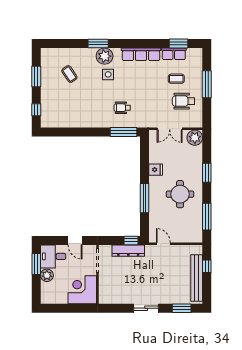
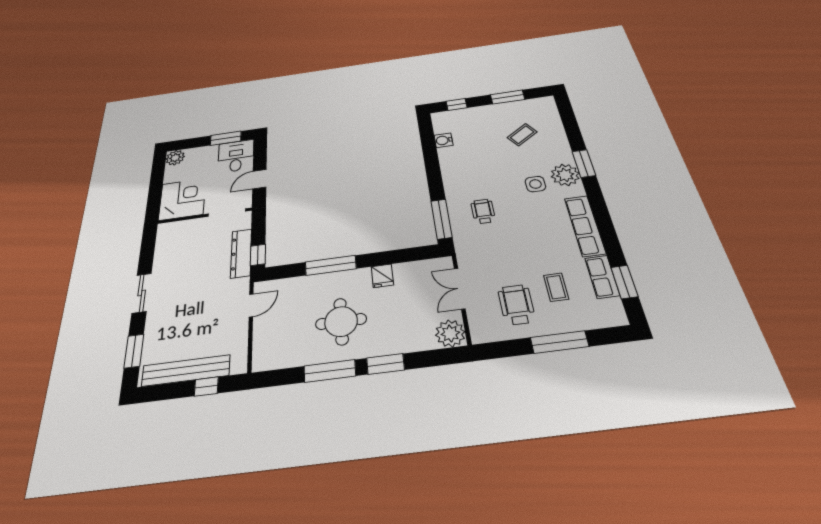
water cooler: (65, 123) -> (443, 140), added
window: (207, 217) -> (330, 371), moved
plant: (47, 275) -> (175, 158), moved

